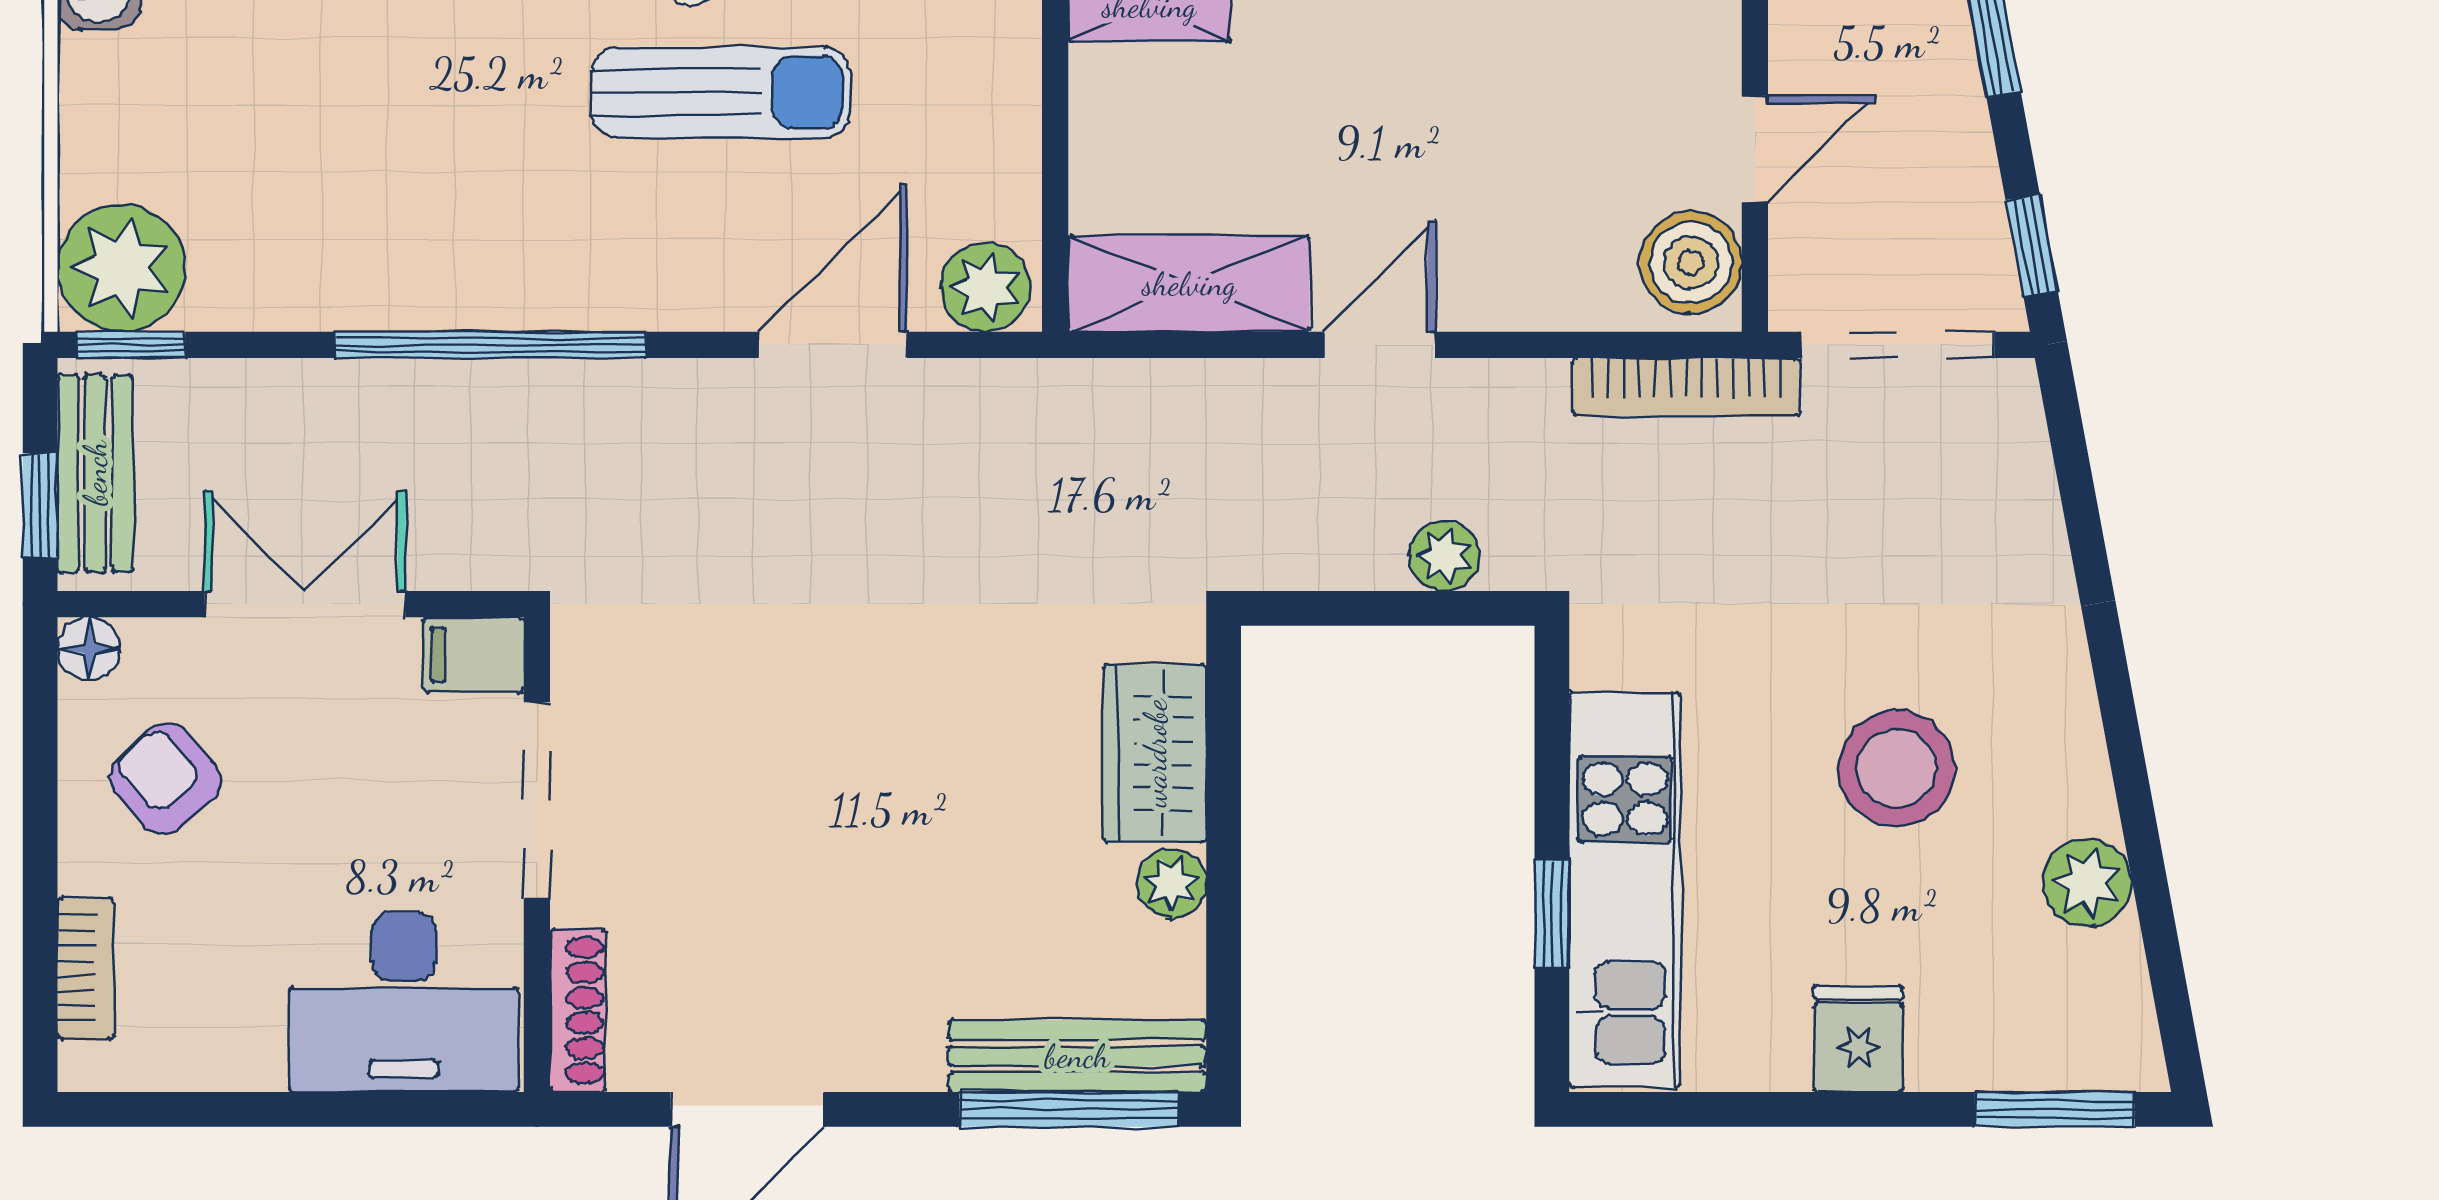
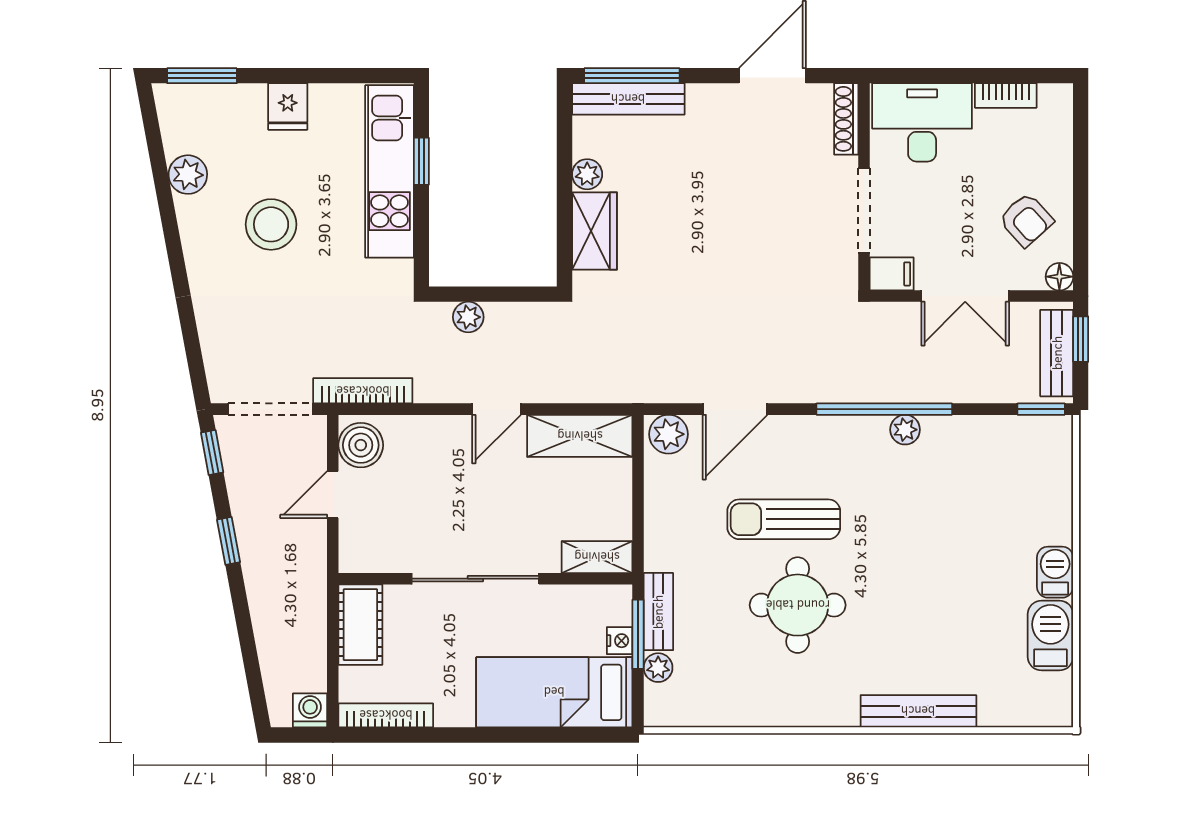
plant: (121, 268) -> (905, 430), moved, width x0.53, depth x0.53
bookcase: (86, 968) -> (1006, 96), moved, turned -90

